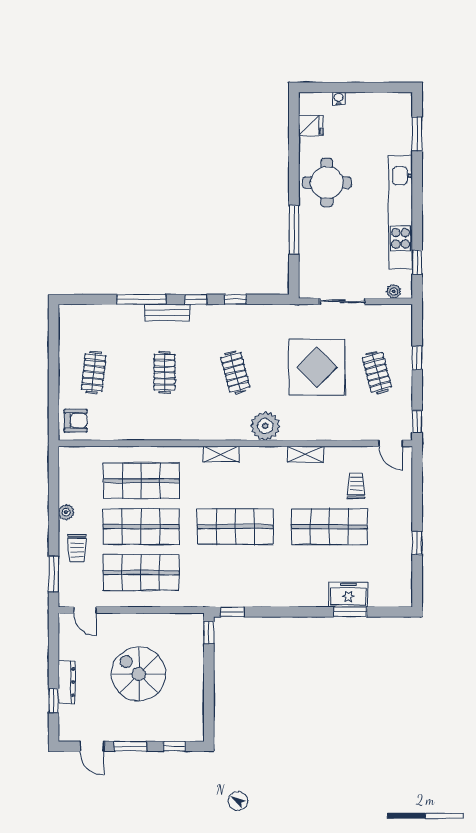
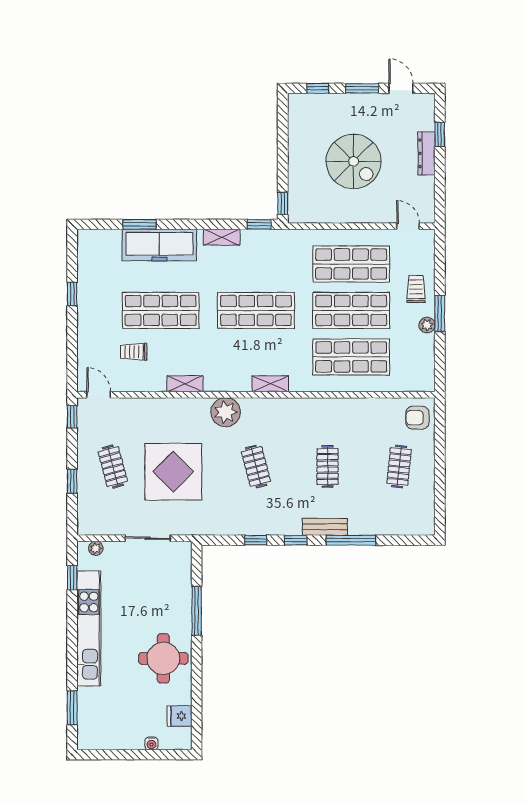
trolley: (356, 486) -> (134, 352), turned 90
window: (54, 574) -> (440, 313), moved
freezer: (348, 595) -> (159, 245), width x1.91, depth x1.26
shelving: (269, 599) -> (222, 237), added

